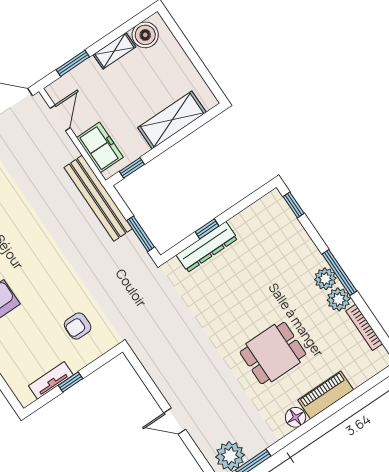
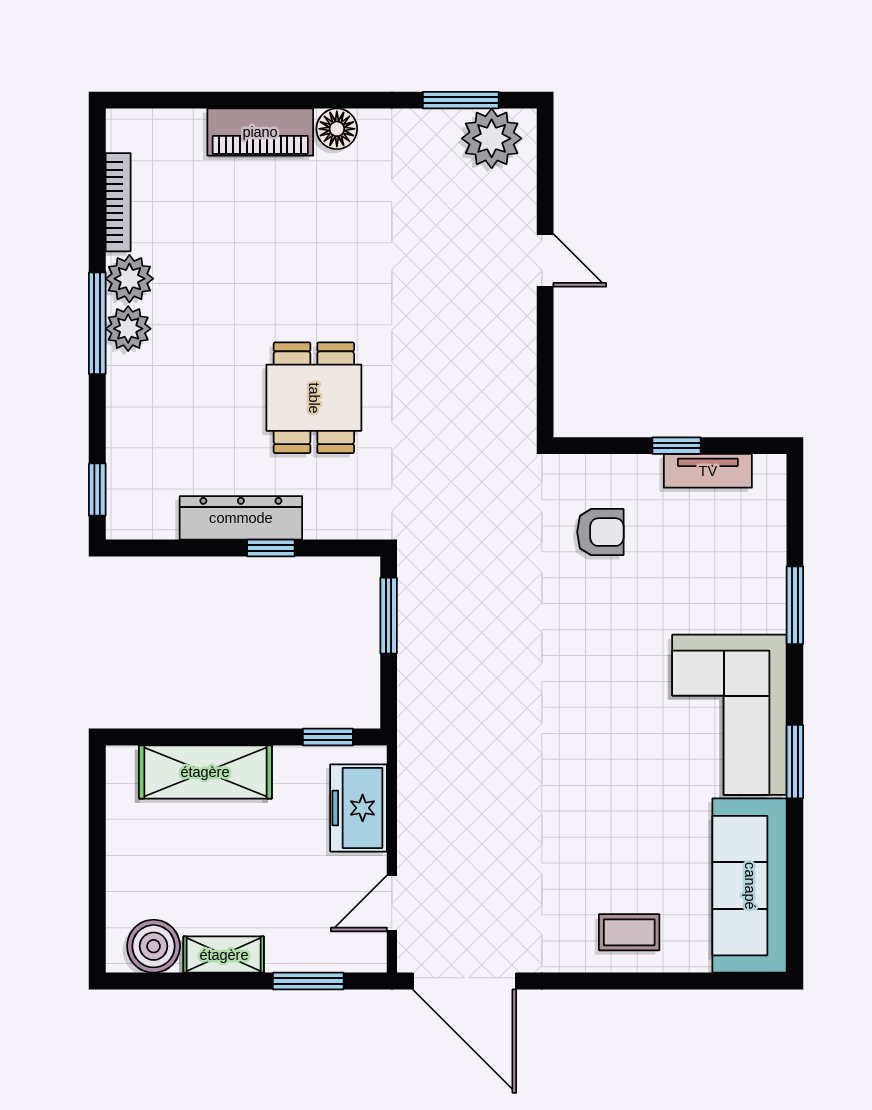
bench: (98, 198) -> (420, 724), removed
dresser: (207, 247) -> (241, 518), moved
dining table: (273, 353) -> (314, 398), moved, turned 90

